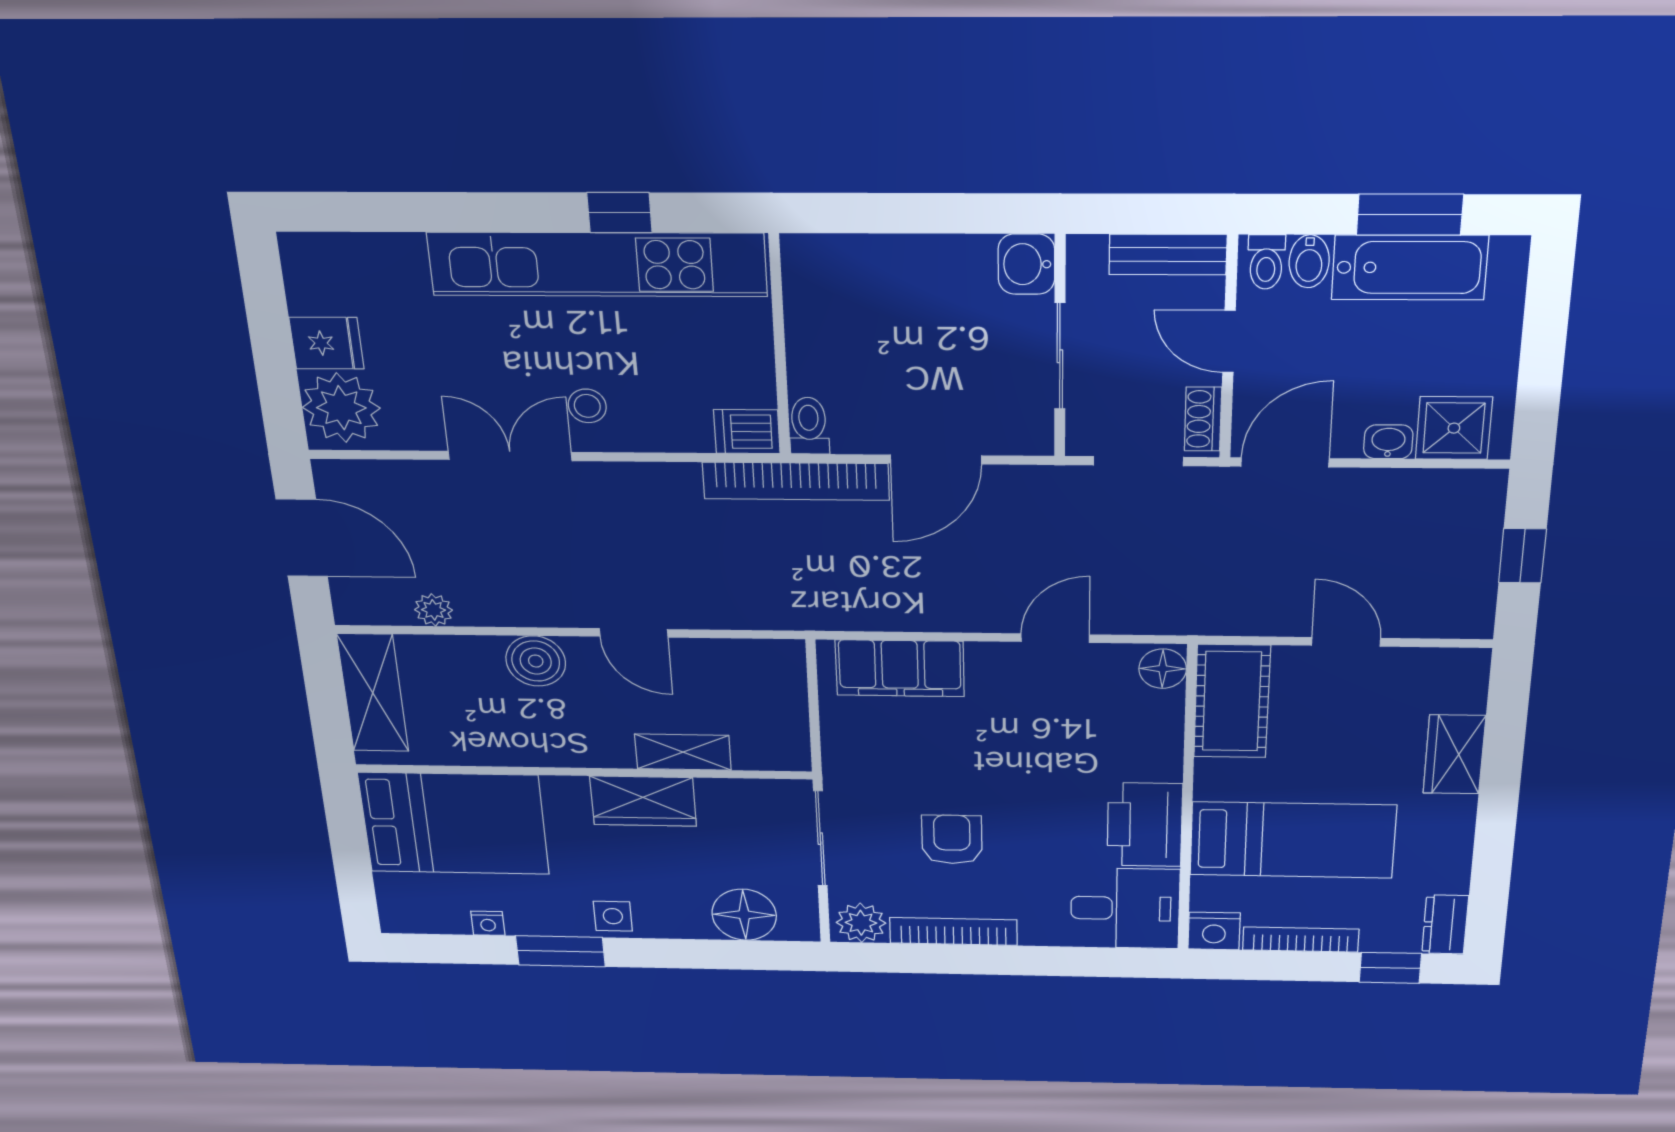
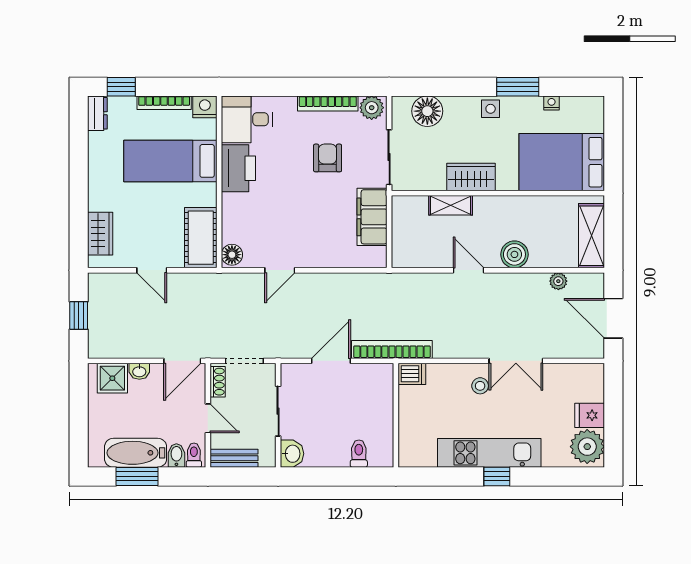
window: (620, 213) -> (497, 476), moved
kitchen unit: (597, 264) -> (489, 453), width x0.73
plant: (341, 408) -> (587, 447), moved
toilet: (809, 426) -> (359, 454), moved, turned 180
filing cabinet: (900, 668) -> (372, 217), moved, turned -90
wardrobe: (1454, 754) -> (100, 234), moved
armchair: (952, 839) -> (328, 158), turned 180

